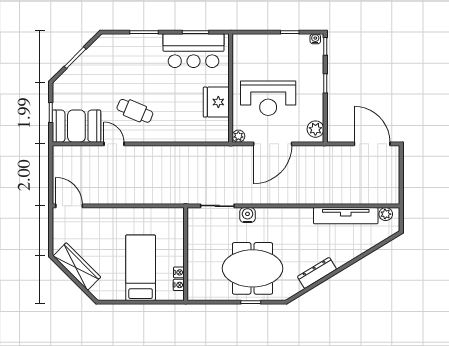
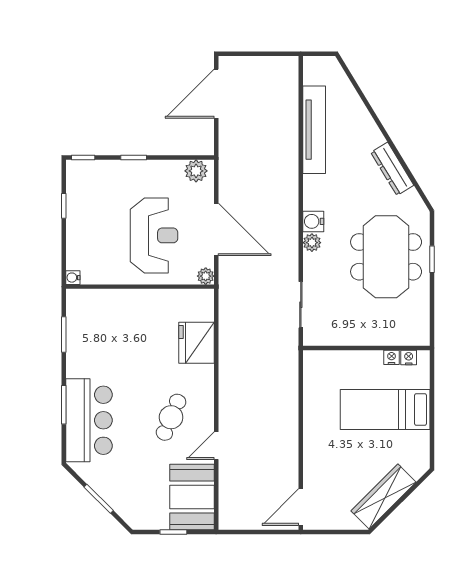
water cooler: (315, 39) -> (73, 278), moved
bar counter: (194, 51) -> (89, 420), moved
fridge: (216, 102) -> (197, 343), moved, turned 90
plant: (386, 214) -> (312, 243), moved
water cooler: (247, 215) -> (313, 221), moved

